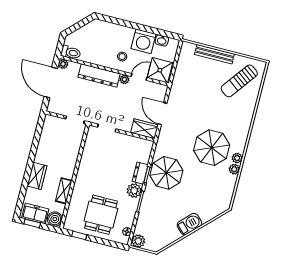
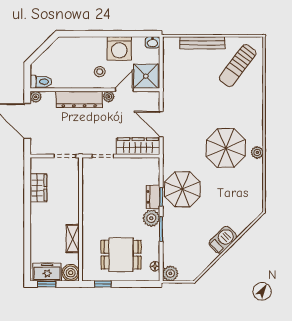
washbasin: (162, 40) -> (153, 42), moved
wardrobe: (144, 129) -> (138, 146), width x1.50
plant: (234, 169) -> (257, 166), removed
wardrobe: (37, 176) -> (38, 188), moved
dining table: (101, 215) -> (121, 255), turned 90

